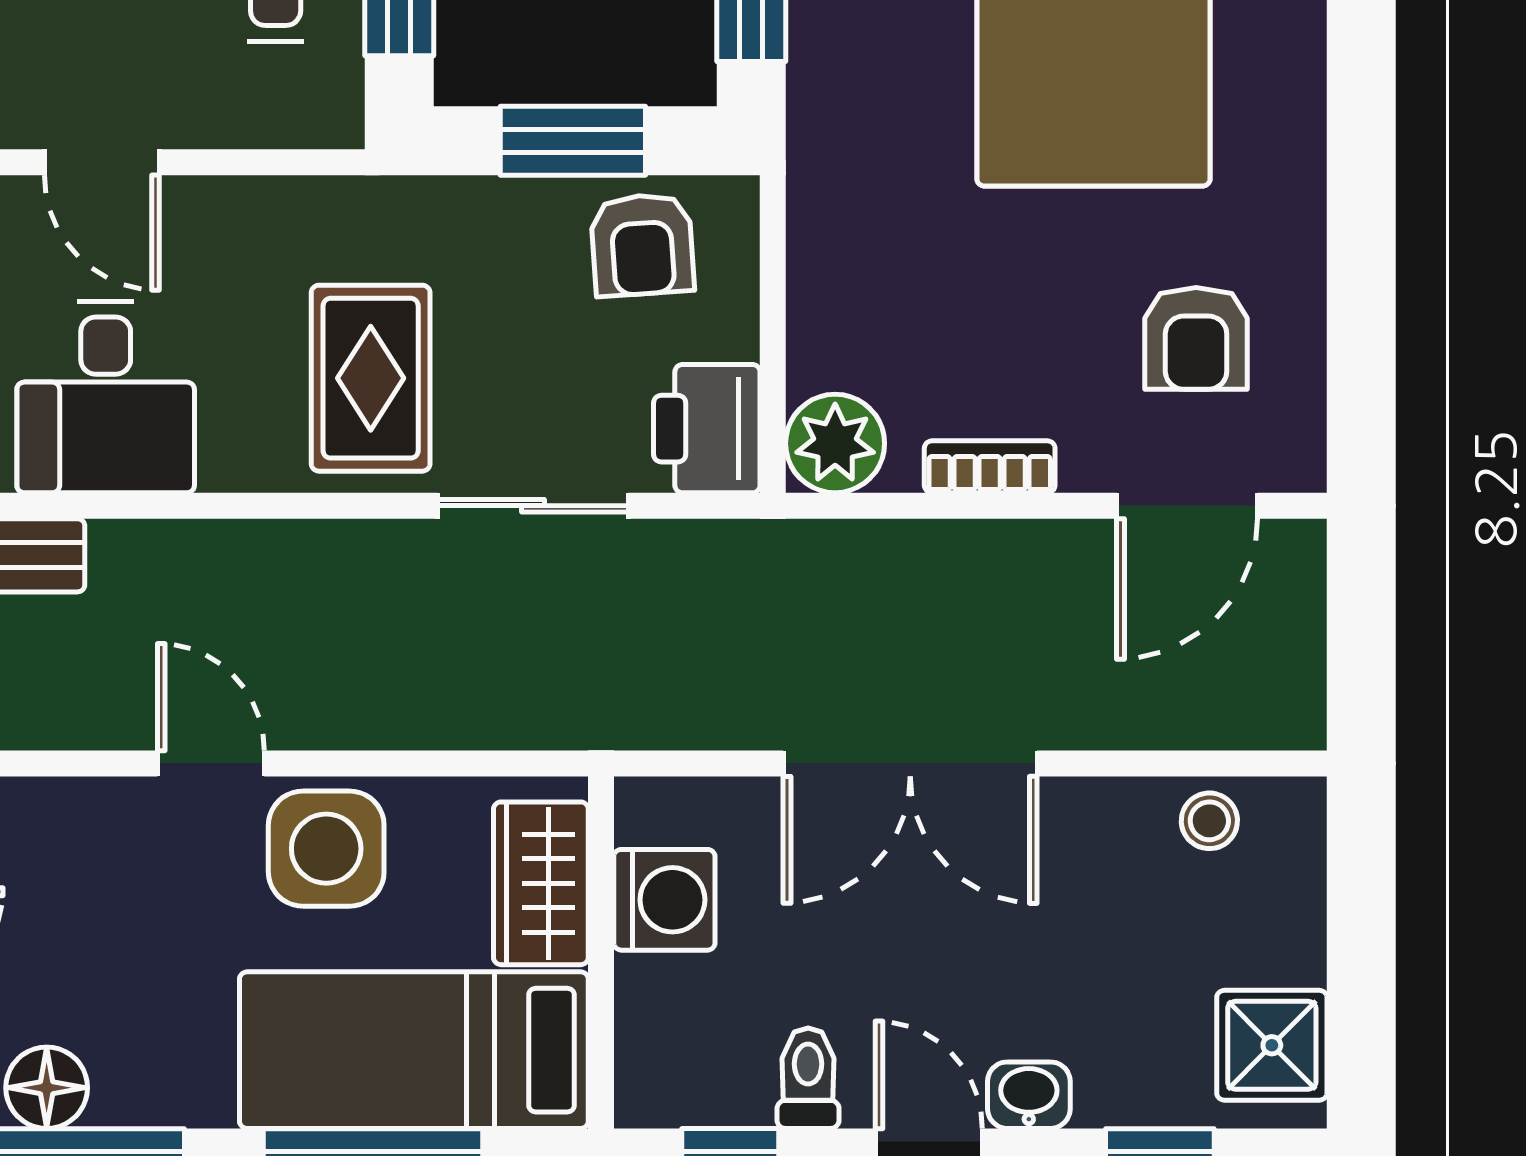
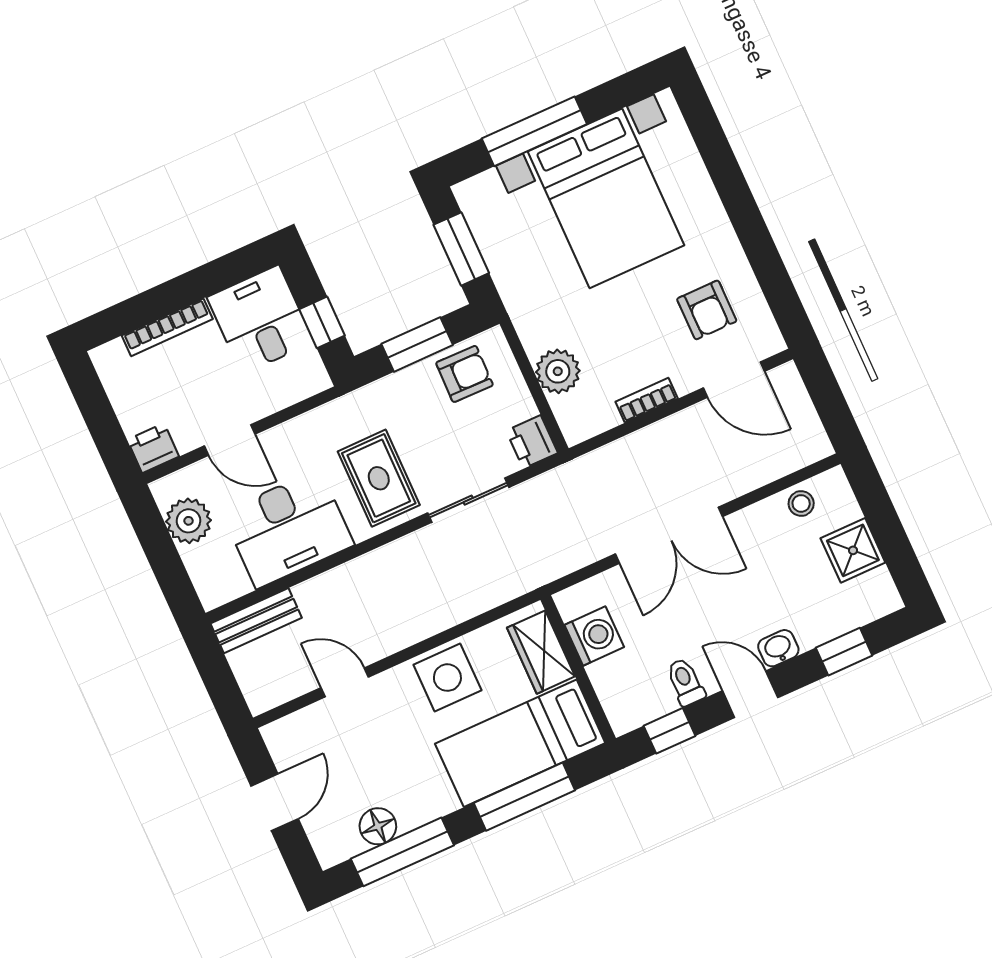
armchair: (642, 245) -> (465, 374), turned -85
desk: (106, 397) -> (288, 529), width x1.37
printer: (707, 429) -> (532, 442), width x0.73, depth x0.81
plant: (835, 443) -> (558, 371), moved
door: (1187, 506) -> (734, 380), hinge flipped
door: (211, 763) -> (345, 682), moved
shower: (1272, 1045) -> (853, 550), moved

